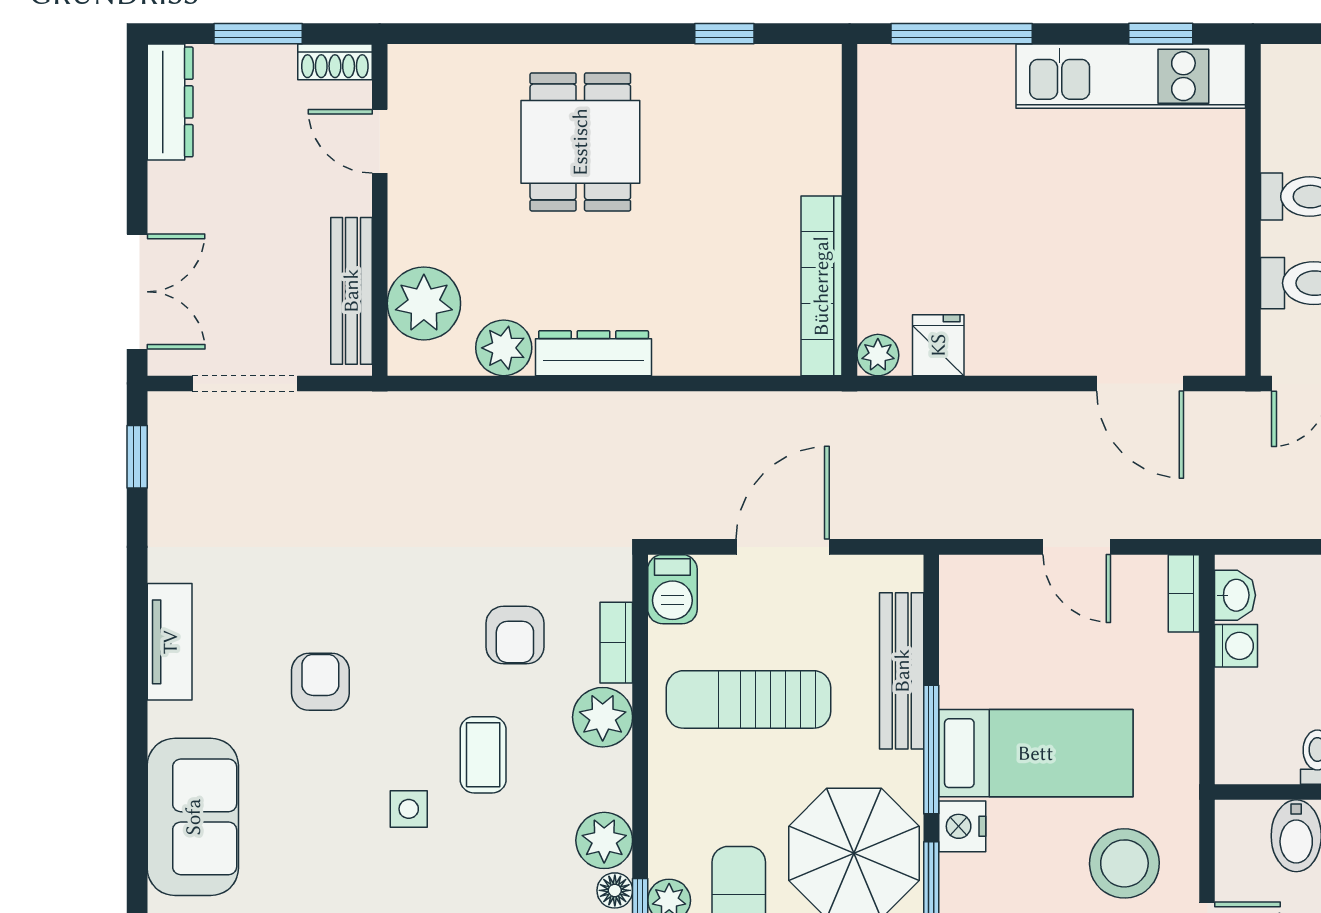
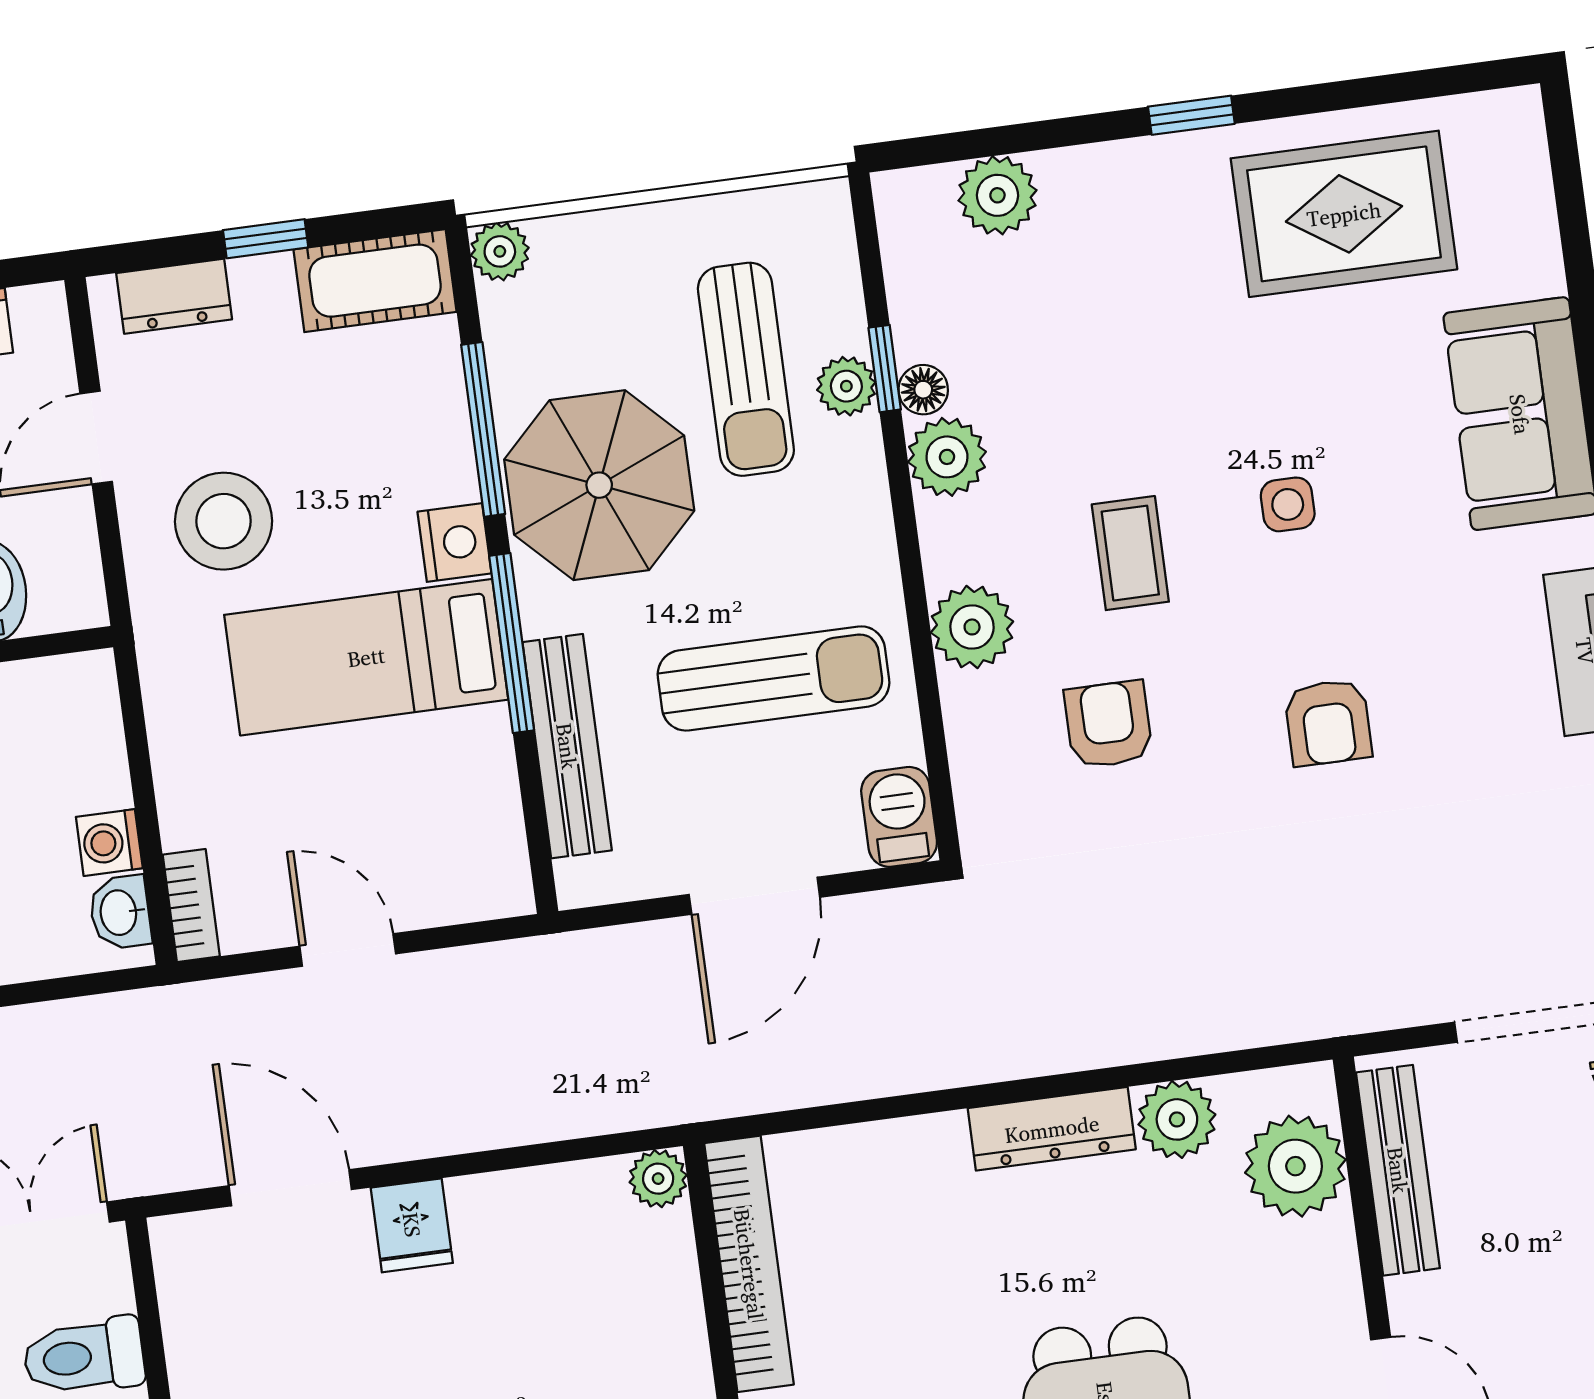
fridge: (938, 345) -> (412, 1225), moved
bookcase: (616, 643) -> (967, 733), removed
armchair: (320, 682) -> (1328, 722), moved
side table: (409, 809) -> (1288, 504), moved

